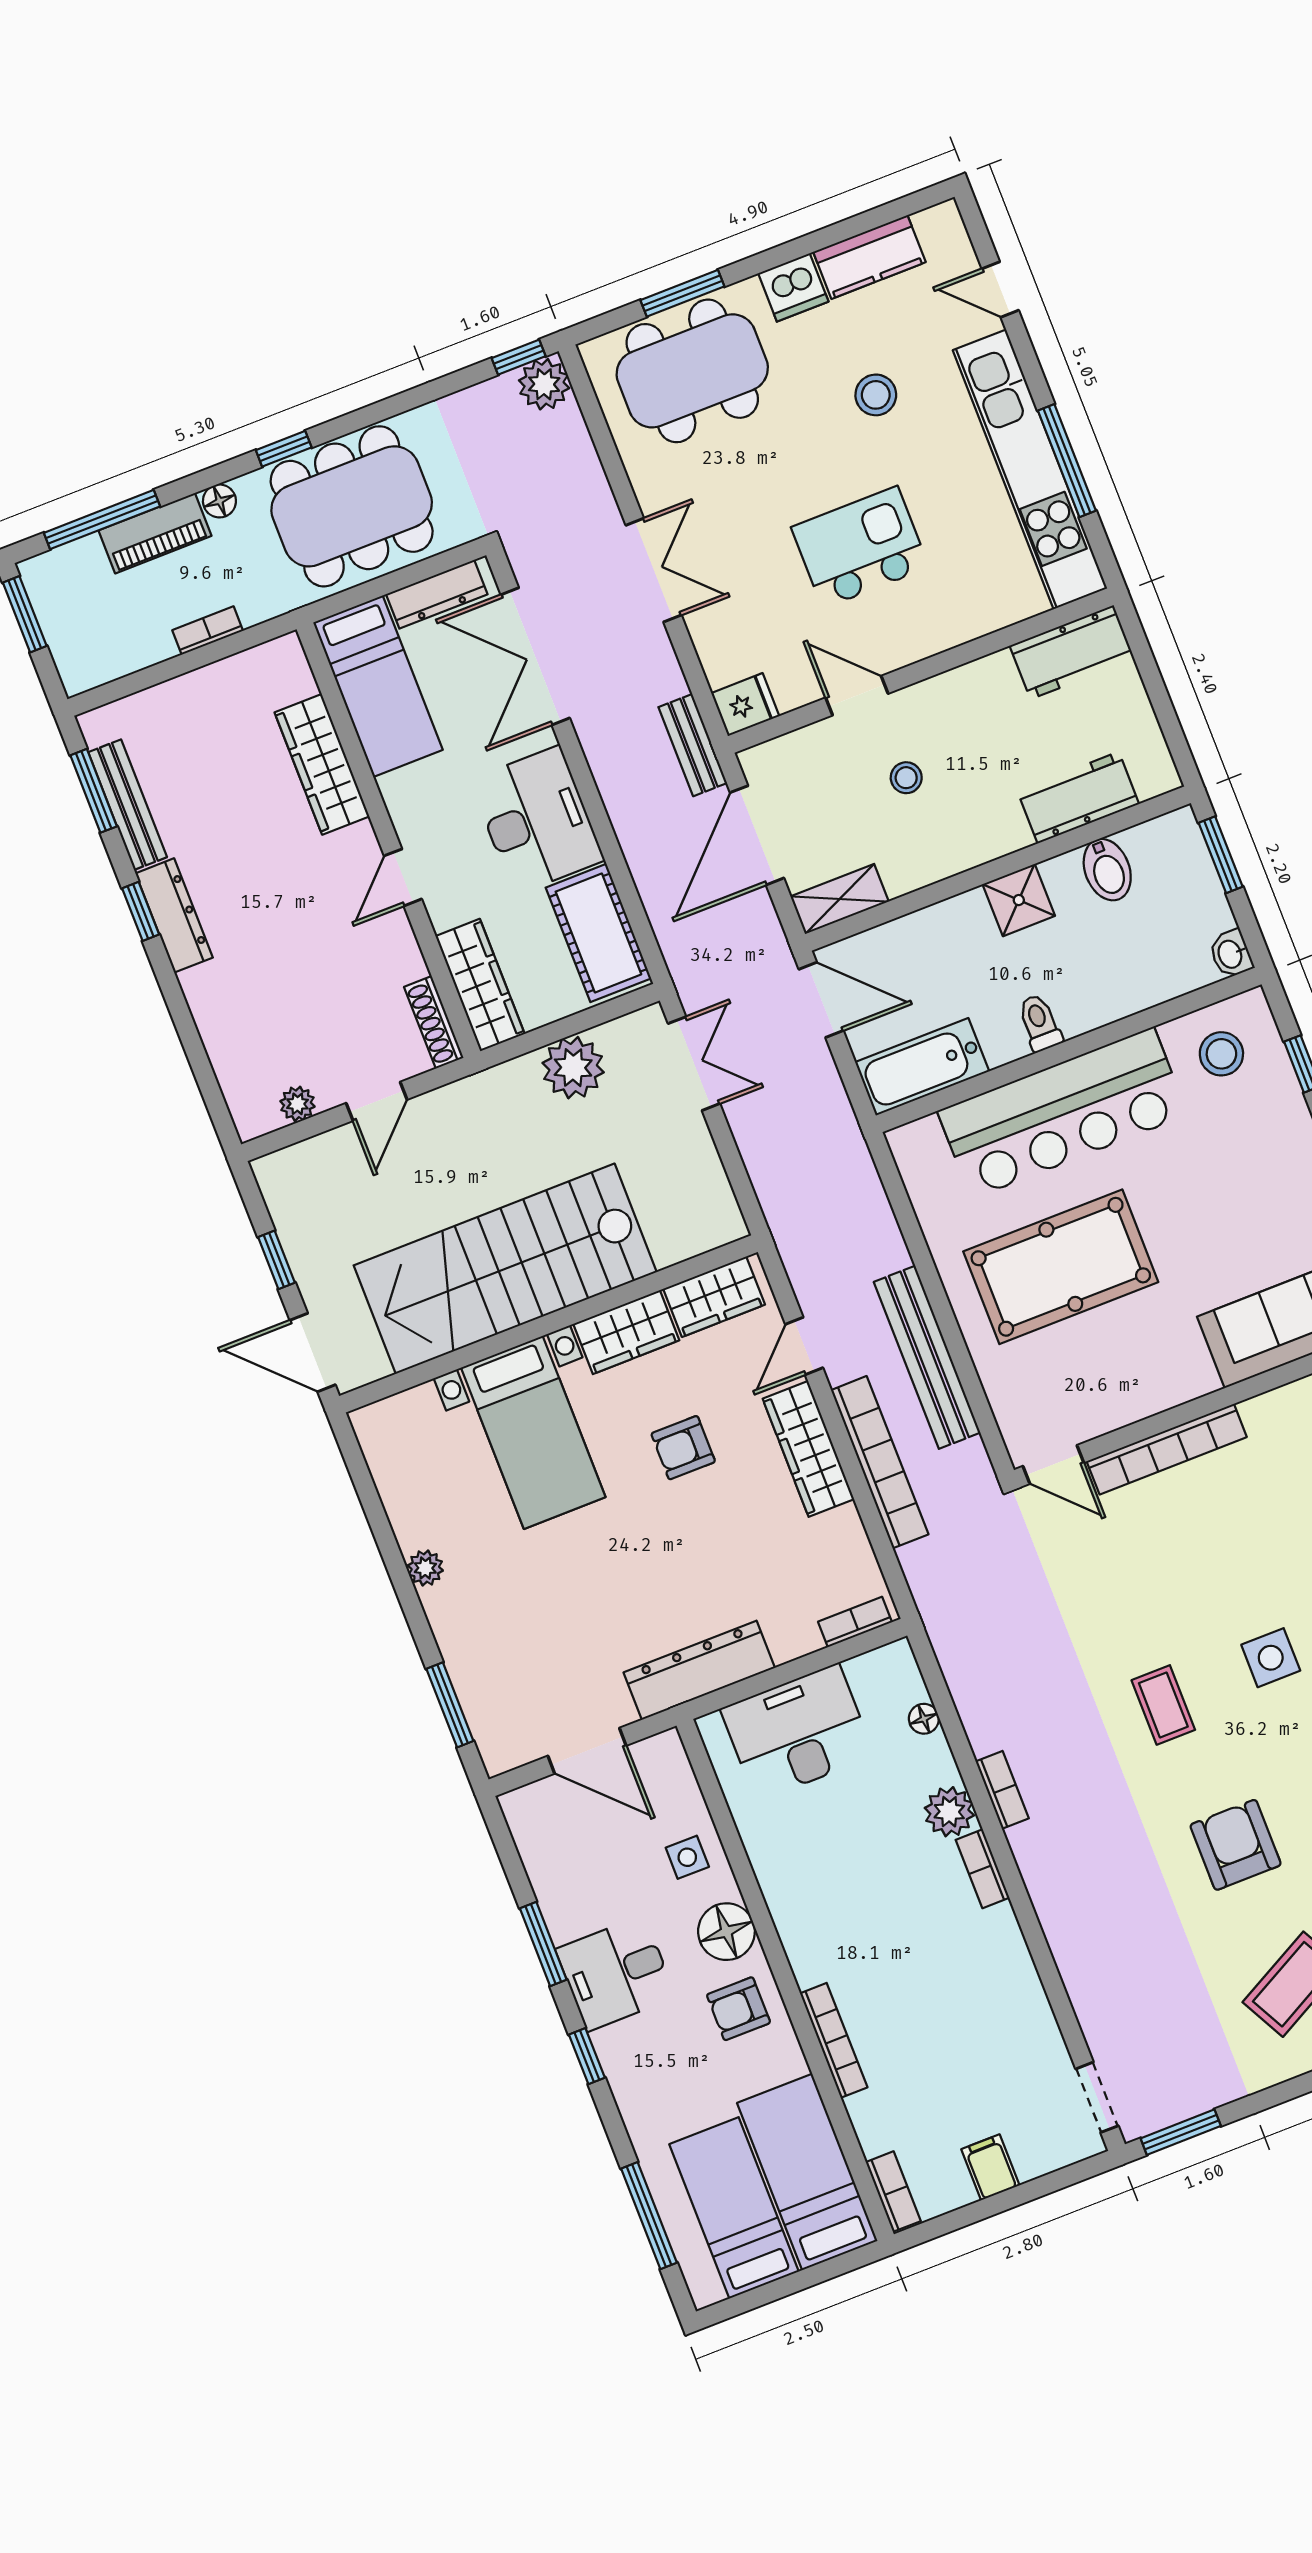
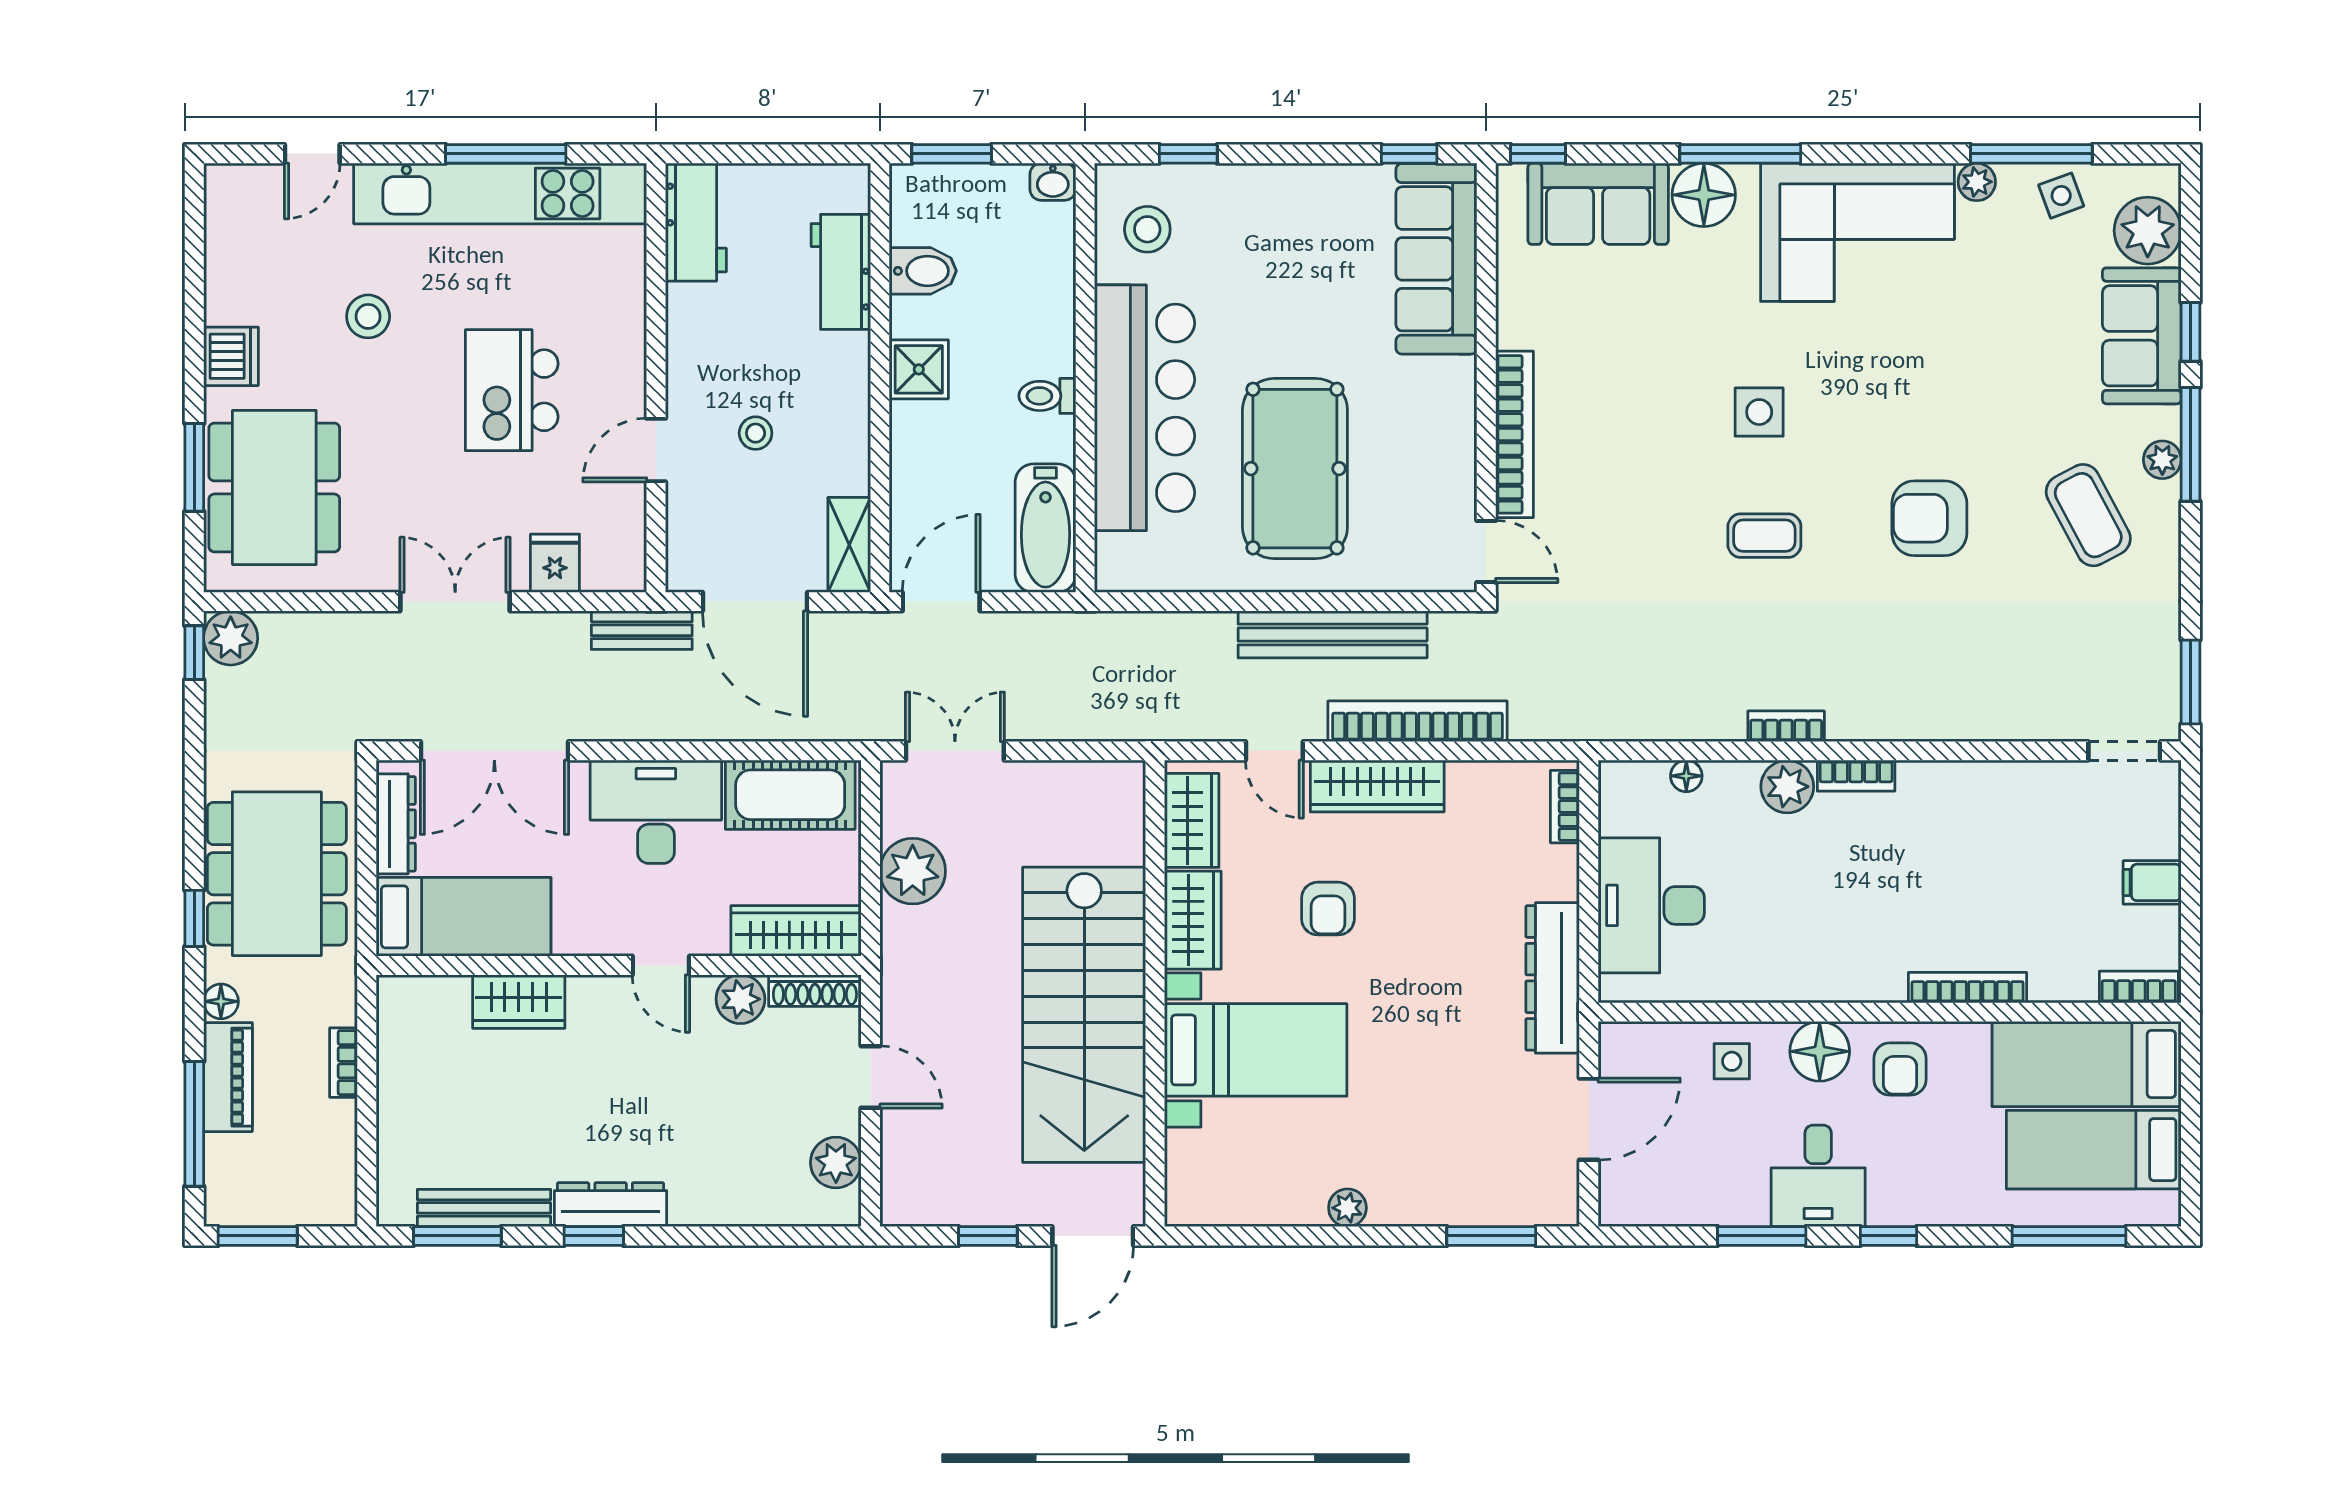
kitchen counter: (869, 257) -> (230, 270), removed
fridge: (745, 705) -> (555, 563), moved
wardrobe: (322, 764) -> (519, 1002), width x0.67
plant: (401, 959) -> (740, 999), added
plant: (297, 1104) -> (836, 1163), width x1.38, depth x1.38
door: (1053, 1465) -> (1486, 552), hinge flipped

